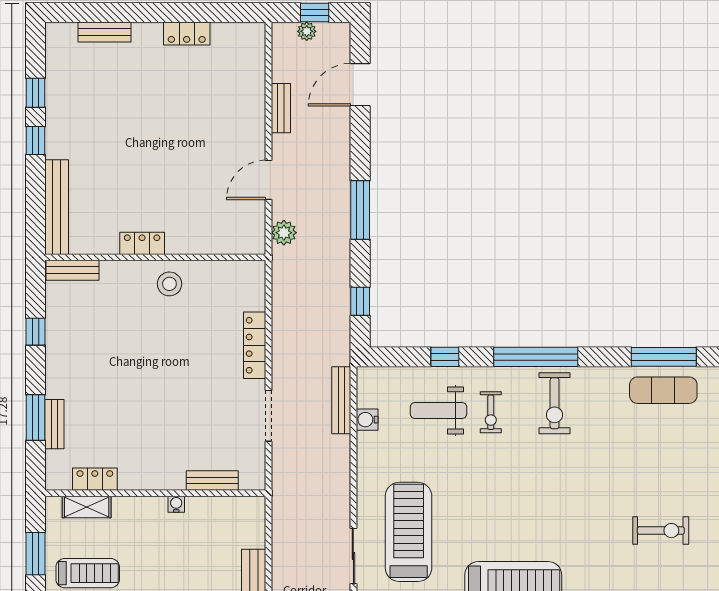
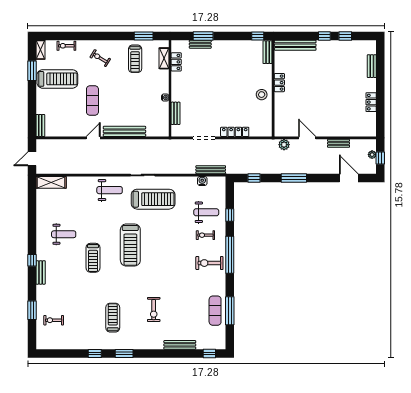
window: (35, 332) -> (258, 36), moved
weight bench: (439, 410) -> (206, 212), turned 90

